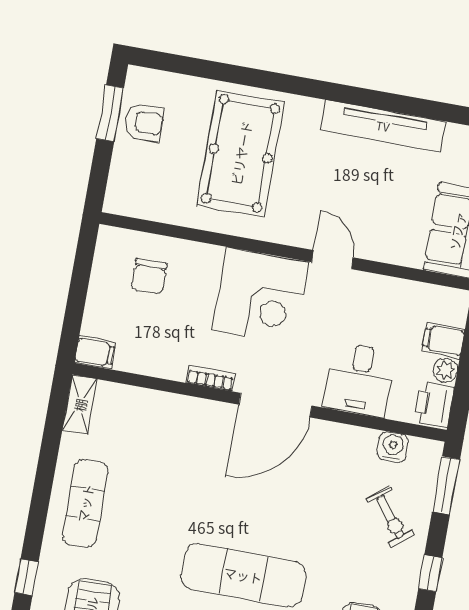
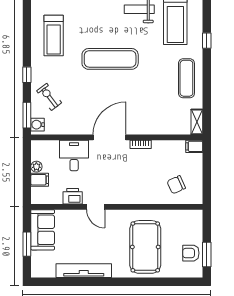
chair: (149, 276) -> (176, 185), turned -114
corner desk: (260, 296) -> (125, 185), removed
printer: (434, 404) -> (73, 196), moved, turned -90
water cooler: (393, 447) -> (37, 125), moved, turned 90

